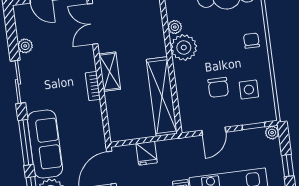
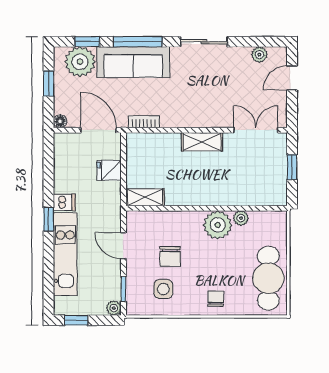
chair: (251, 41) -> (216, 299), turned -90
plant: (25, 46) -> (259, 55), moved
bookcase: (93, 86) -> (144, 122), moved
chair: (218, 87) -> (170, 256), turned -90
shelving: (162, 97) -> (145, 197), width x0.45, depth x0.75

